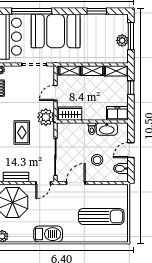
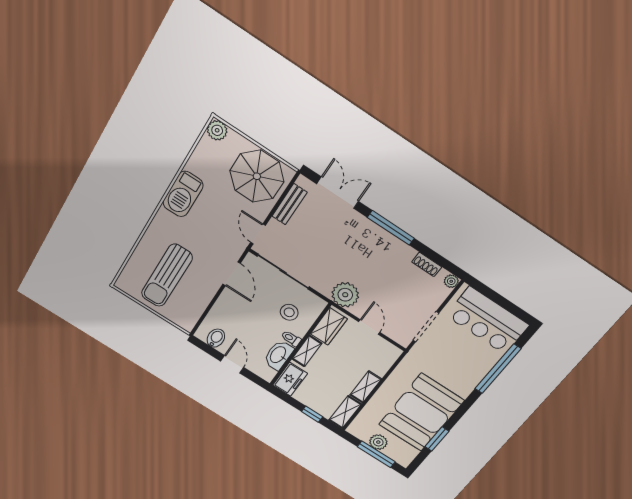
booth: (56, 31) -> (421, 412), moved
shelving: (70, 70) -> (307, 351), moved
rug: (22, 133) -> (346, 252), removed
stool: (97, 160) -> (289, 312), moved

